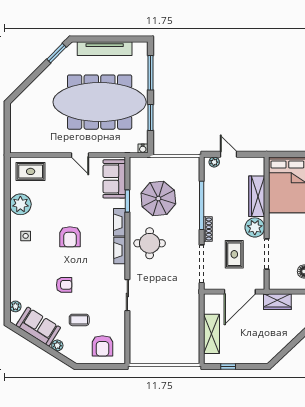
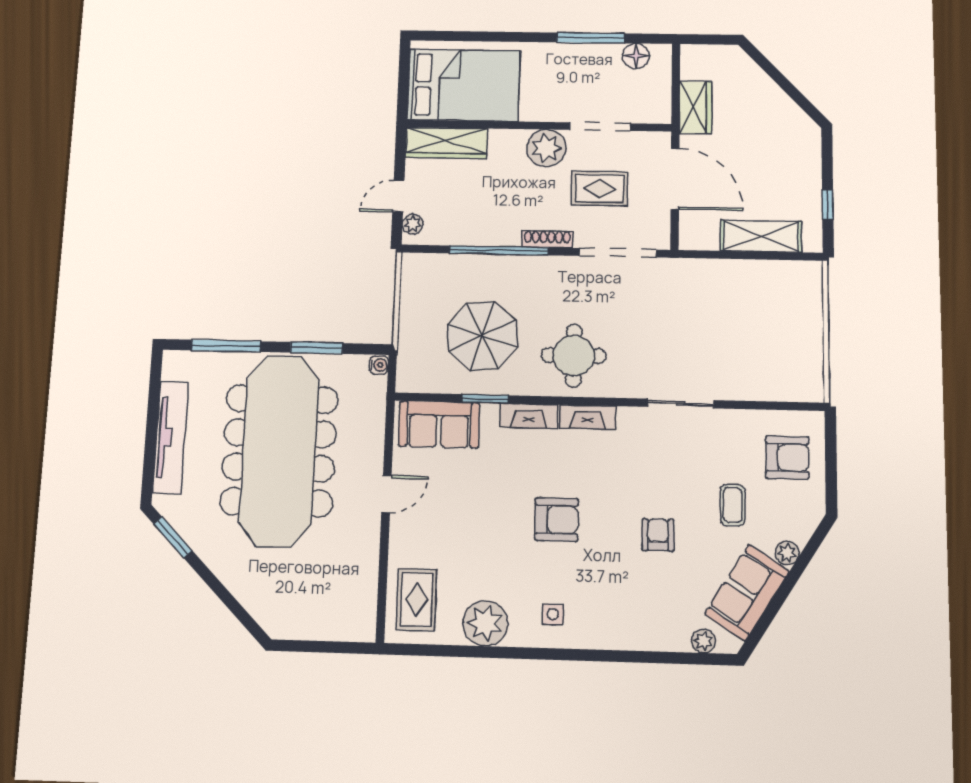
wardrobe: (257, 196) -> (447, 143), moved

